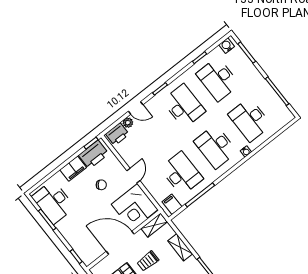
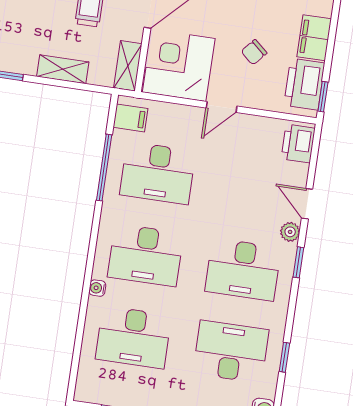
door: (136, 108) -> (307, 204), hinge flipped
desk: (250, 120) -> (133, 337), turned 180
plant: (128, 123) -> (290, 232), moved
desk: (216, 147) -> (146, 255), turned 180
door: (133, 176) -> (222, 107), hinge flipped

